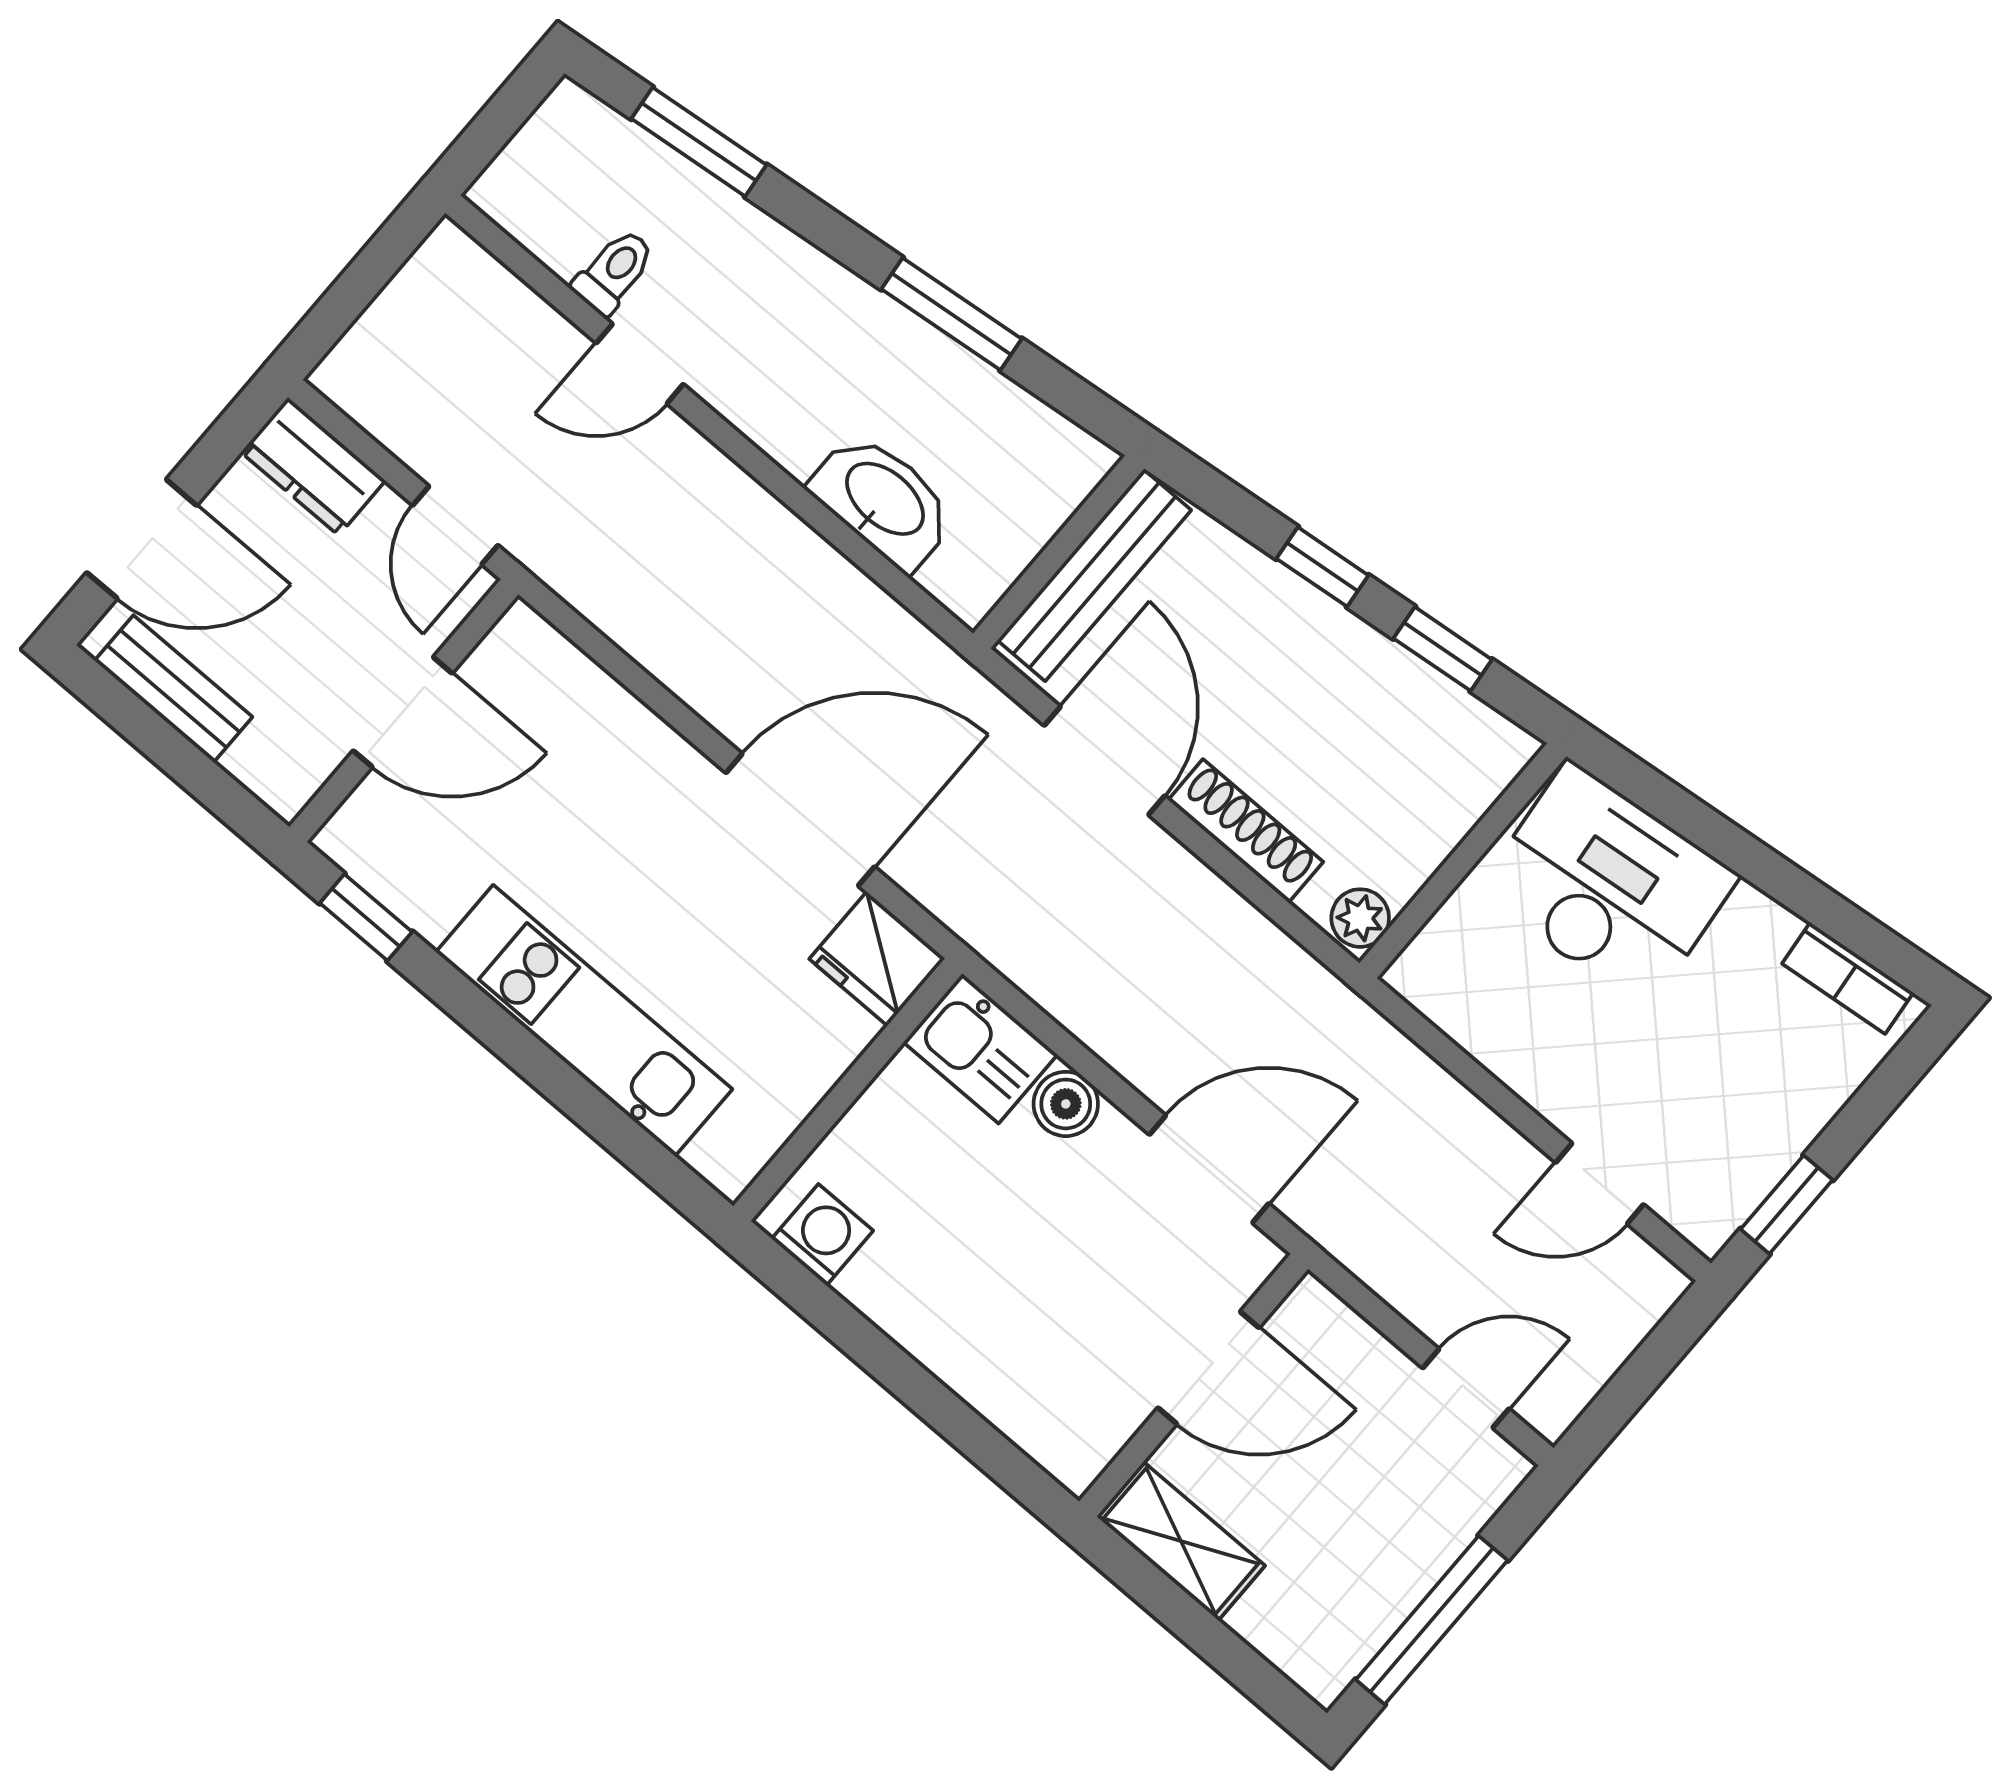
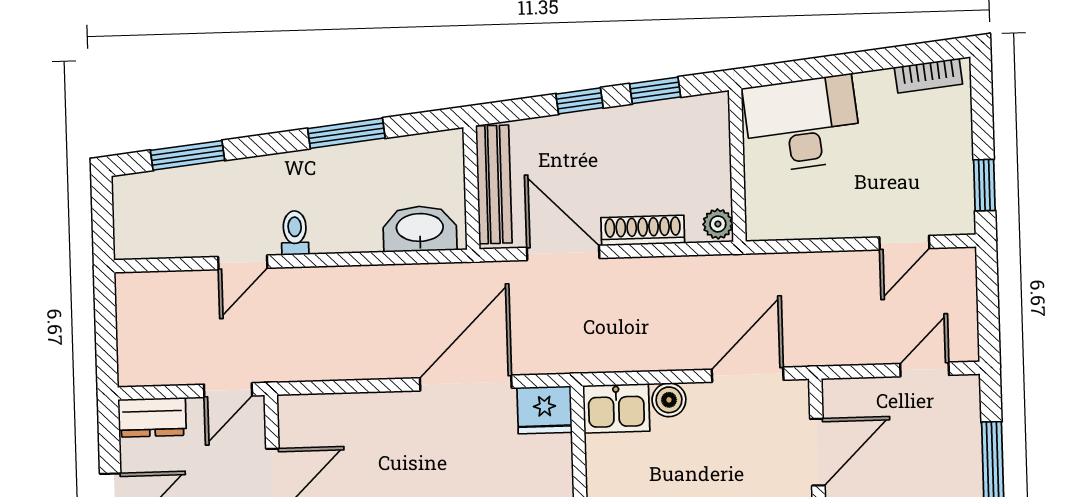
toilet: (614, 272) -> (295, 233), moved
washbasin: (883, 501) -> (420, 229), moved
door: (455, 525) -> (228, 390), hinge flipped

